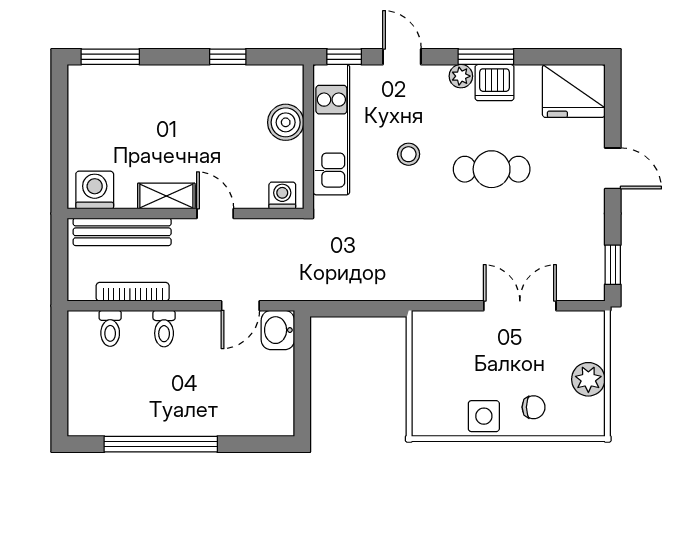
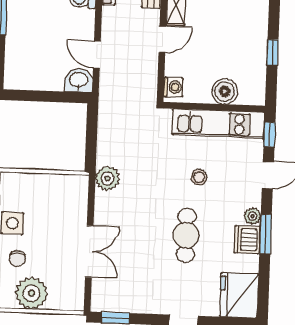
plant: (415, 284) -> (107, 178), added
plant: (588, 379) -> (31, 293), width x1.36, depth x1.36

